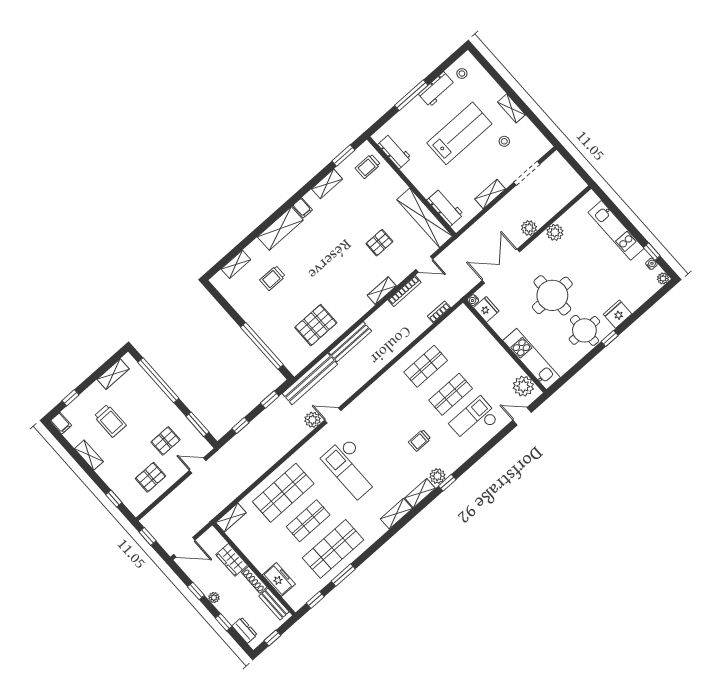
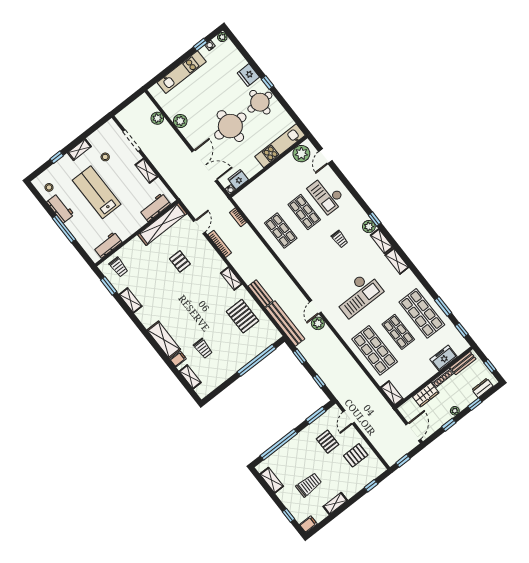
window: (500, 81) -> (57, 157), added
filing cabinet: (302, 208) -> (178, 359), moved
plant: (529, 228) -> (157, 118), moved
double door: (501, 266) -> (205, 166), swing flipped
shelving: (382, 291) -> (231, 279), moved
bench: (350, 342) -> (260, 293), width x0.73
pallet: (151, 477) -> (356, 455), turned 90

